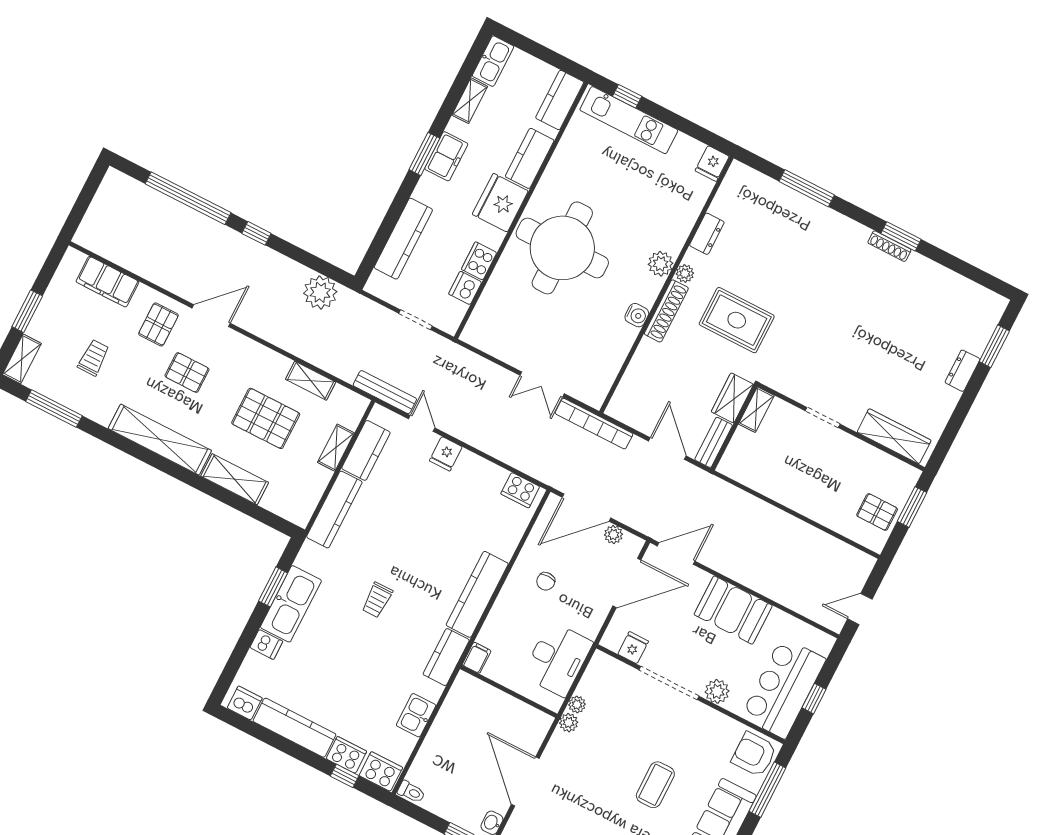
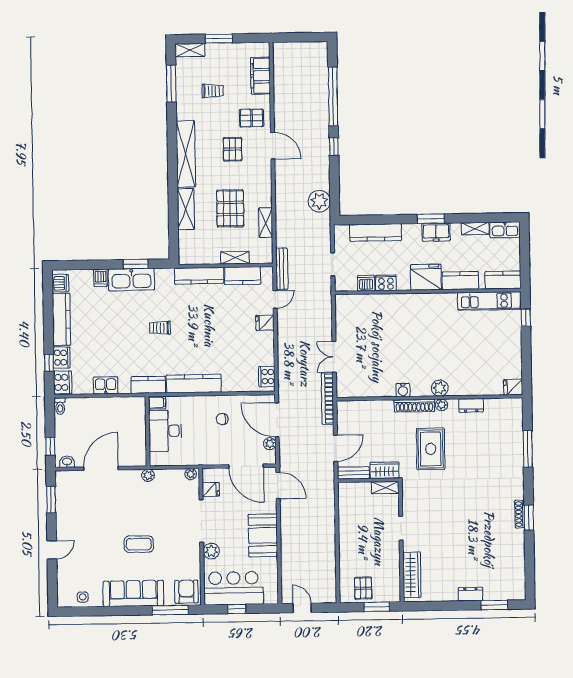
kitchen unit: (629, 120) -> (489, 301), moved, turned -90
round table: (562, 248) -> (419, 327), removed
desk: (557, 659) -> (165, 431), moved, turned 90
plant: (577, 704) -> (191, 474), moved

